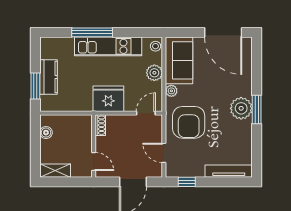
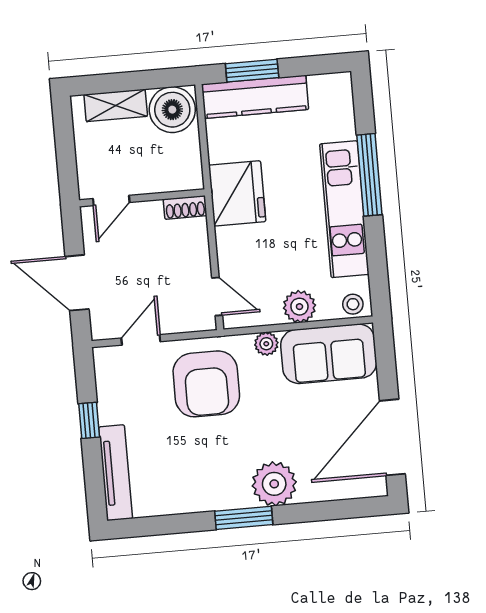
kitchen counter: (48, 77) -> (255, 97), width x1.50
fridge: (108, 99) -> (237, 193), moved
plant: (241, 108) -> (274, 484), moved
armchair: (189, 122) -> (206, 384), turned -90
boiler: (46, 133) -> (172, 110), width x1.86, depth x1.86
shelving: (55, 171) -> (116, 105), moved, turned 90
window: (187, 182) -> (89, 420), moved

